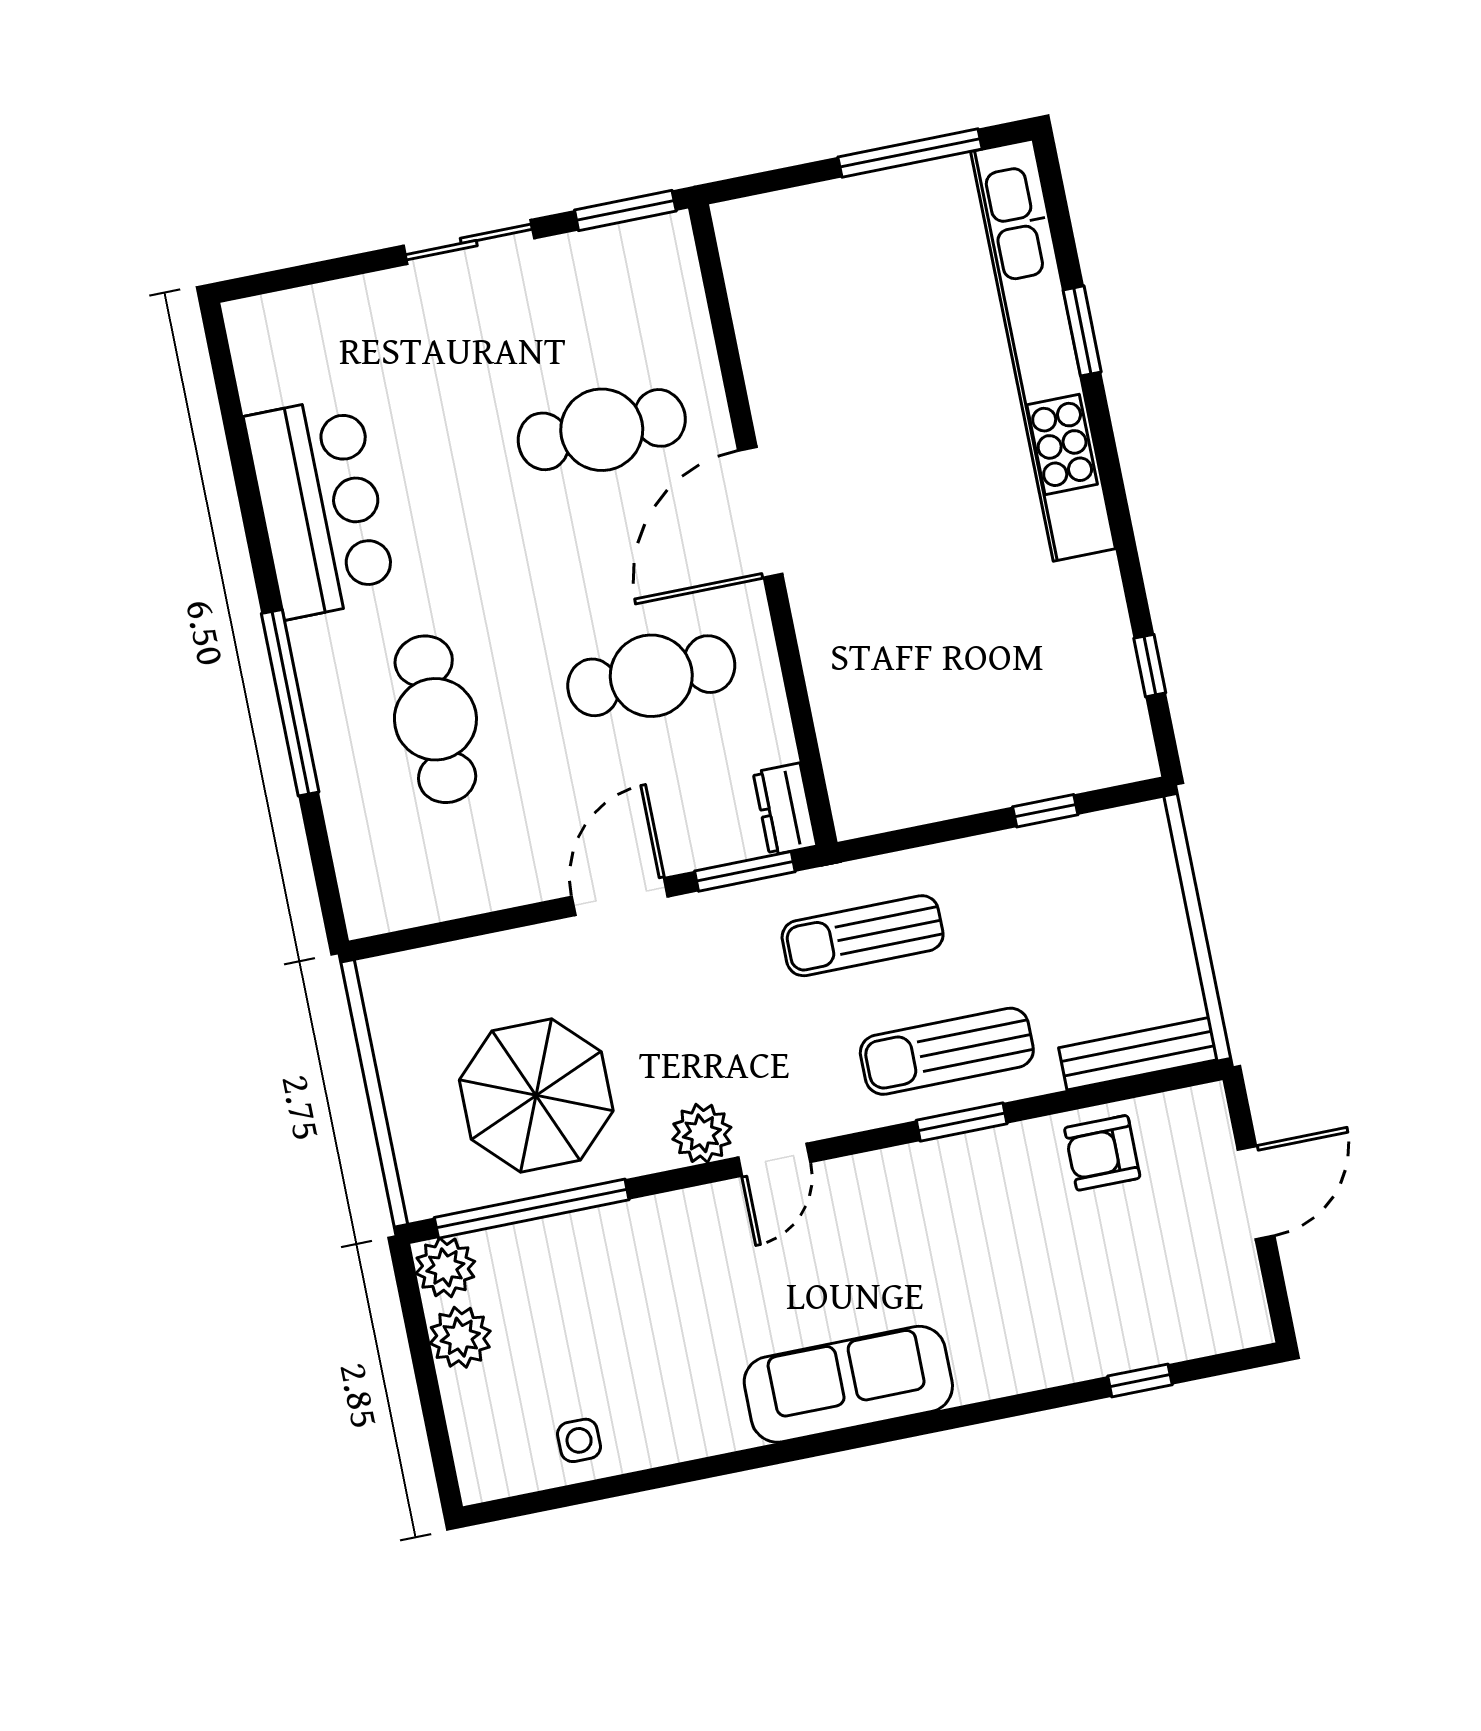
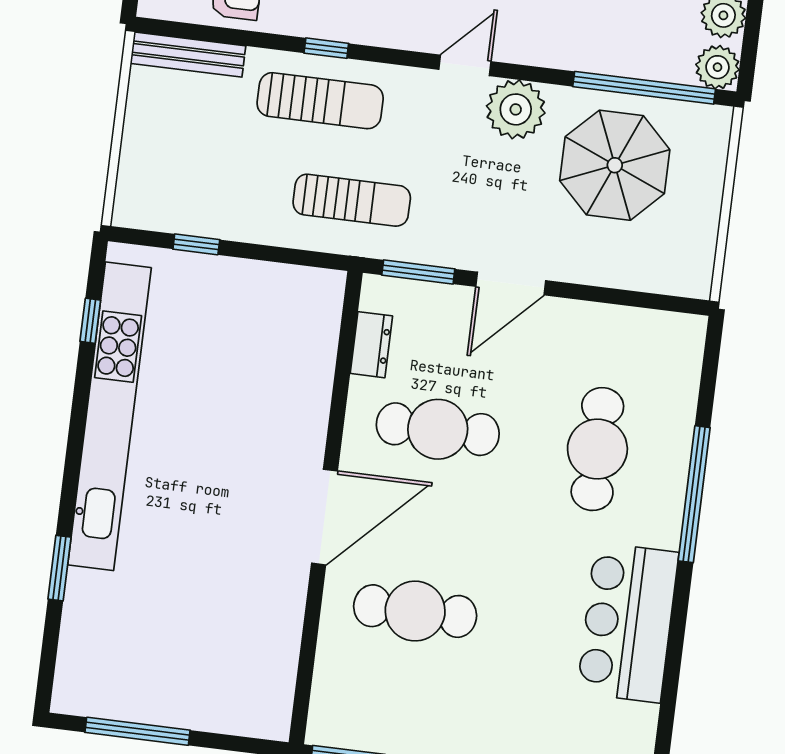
kitchen unit: (1043, 350) -> (109, 416), moved
dresser: (785, 809) -> (371, 345), moved
window: (962, 1122) -> (326, 48), width x0.67
plant: (702, 1133) -> (516, 109), width x1.36, depth x1.36

